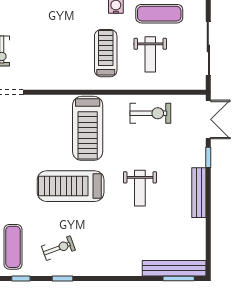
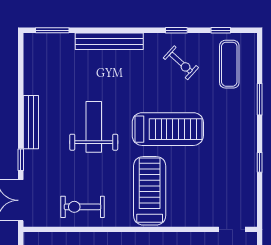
weight bench: (140, 188) -> (94, 127), width x1.36, depth x1.33
exercise bike: (58, 248) -> (181, 63), turned -118
bench: (174, 268) -> (109, 41), moved

